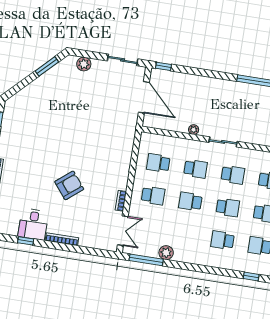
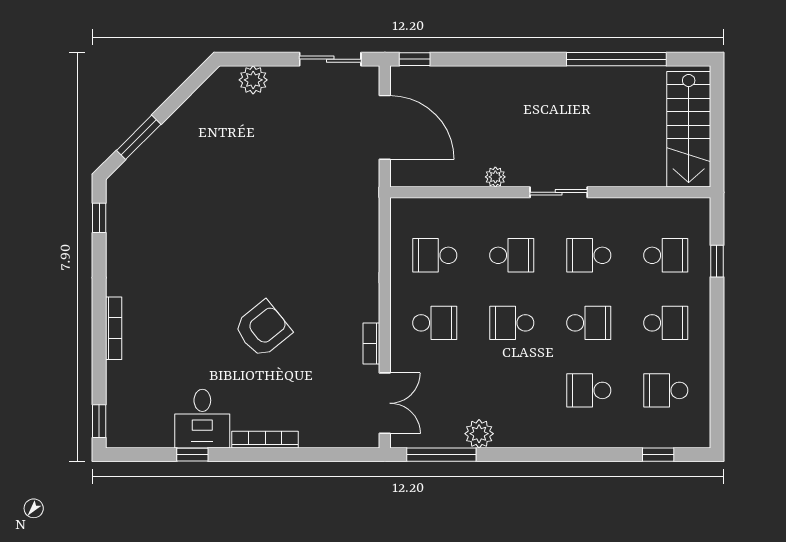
window: (47, 66) -> (139, 137), moved
school desk: (233, 175) -> (589, 255), turned 180

